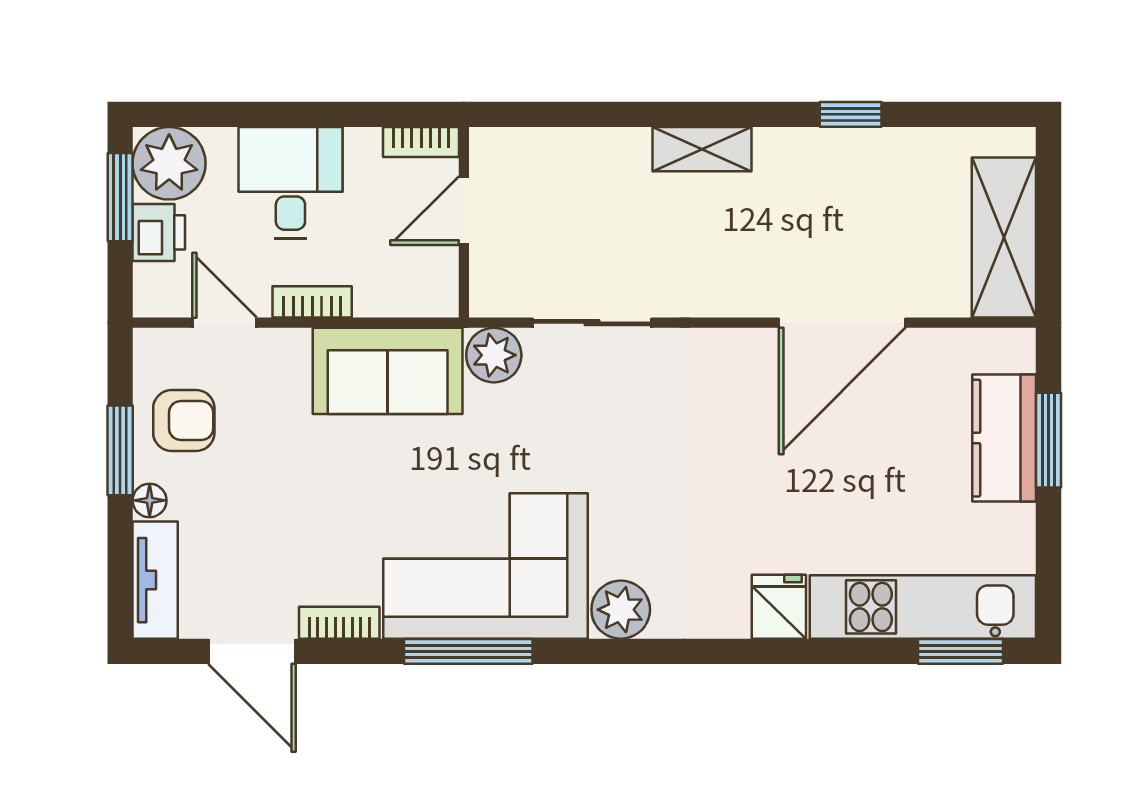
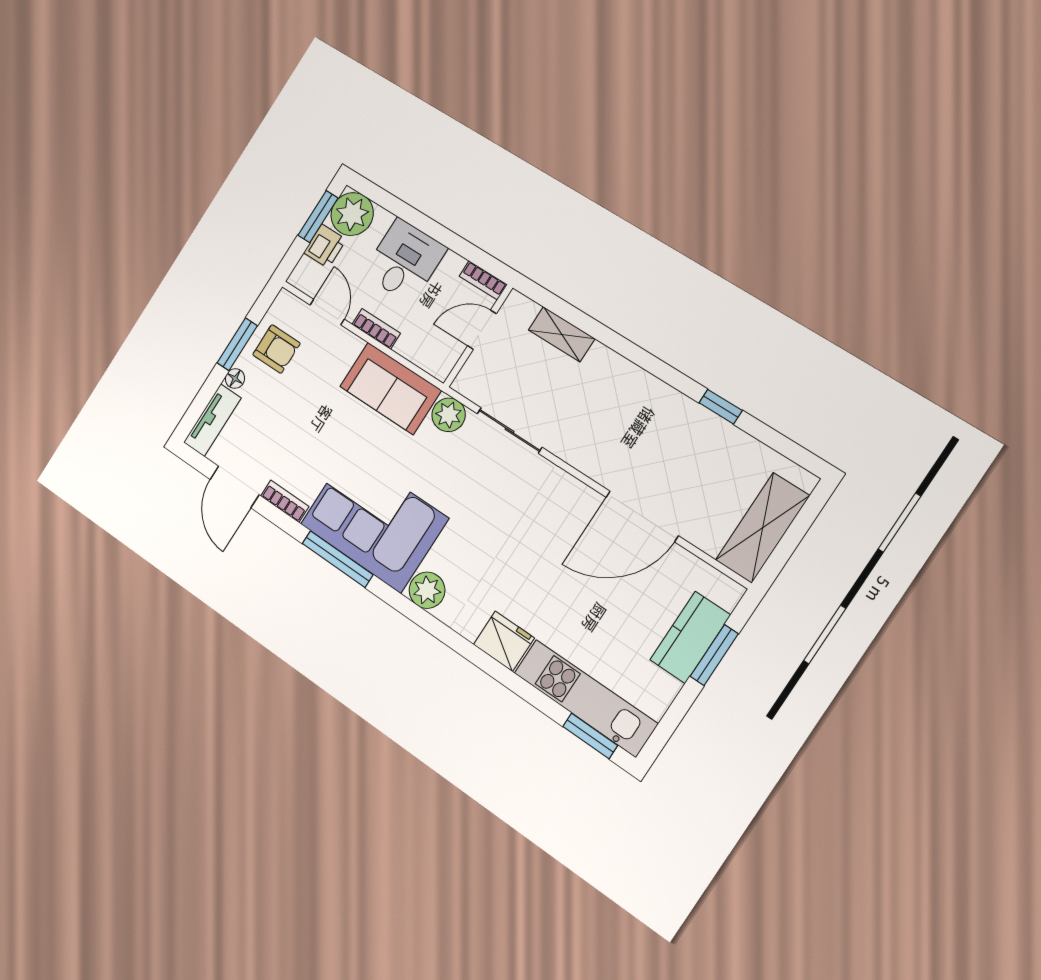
shelving: (702, 149) -> (562, 334), moved
fridge: (779, 607) -> (504, 641), width x1.38

